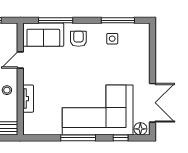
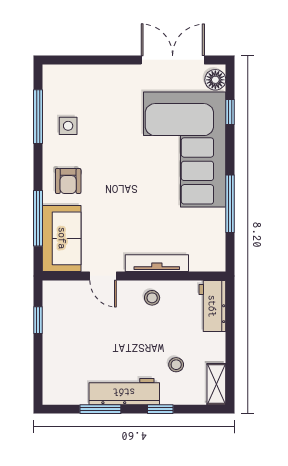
armchair: (78, 39) -> (68, 181), turned -90
tv unit: (28, 99) -> (157, 263), width x1.41
window: (78, 138) -> (230, 204), moved

